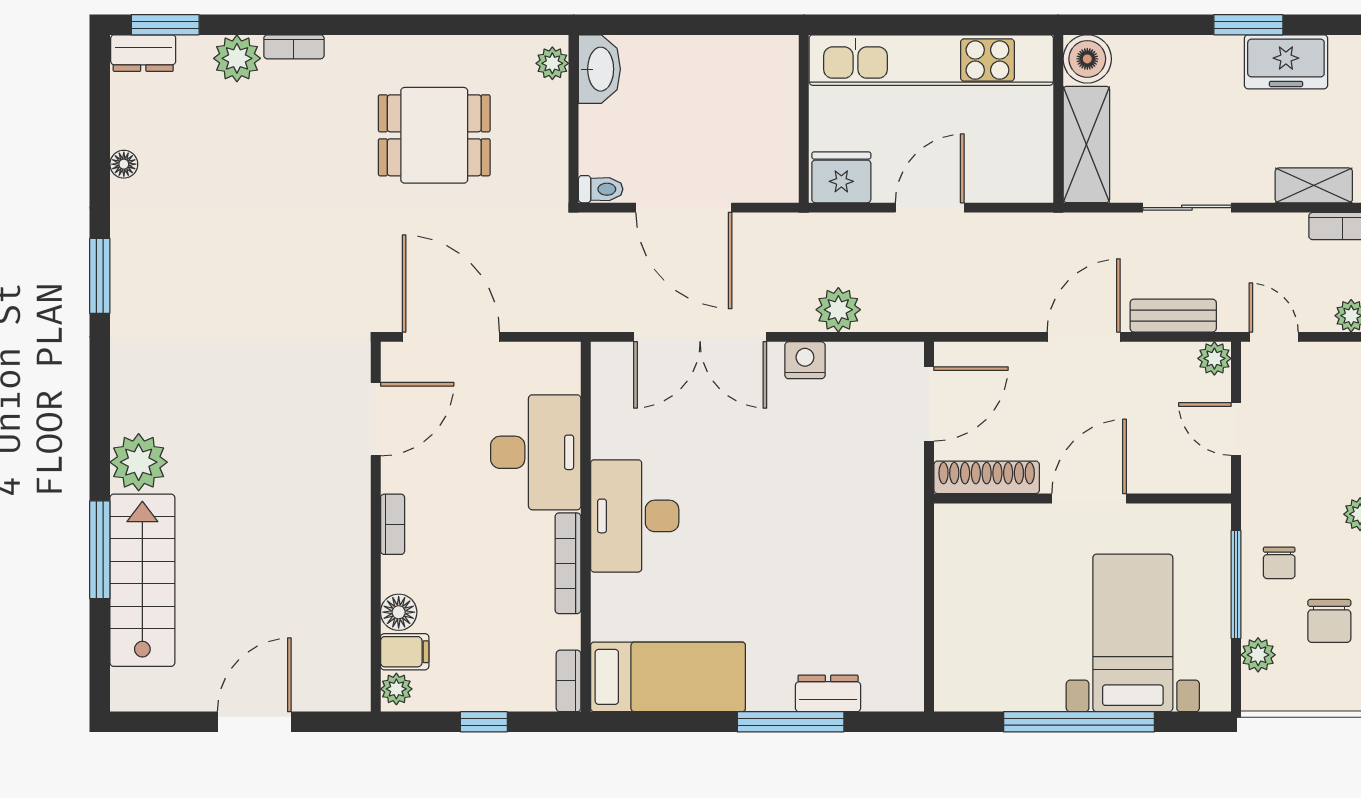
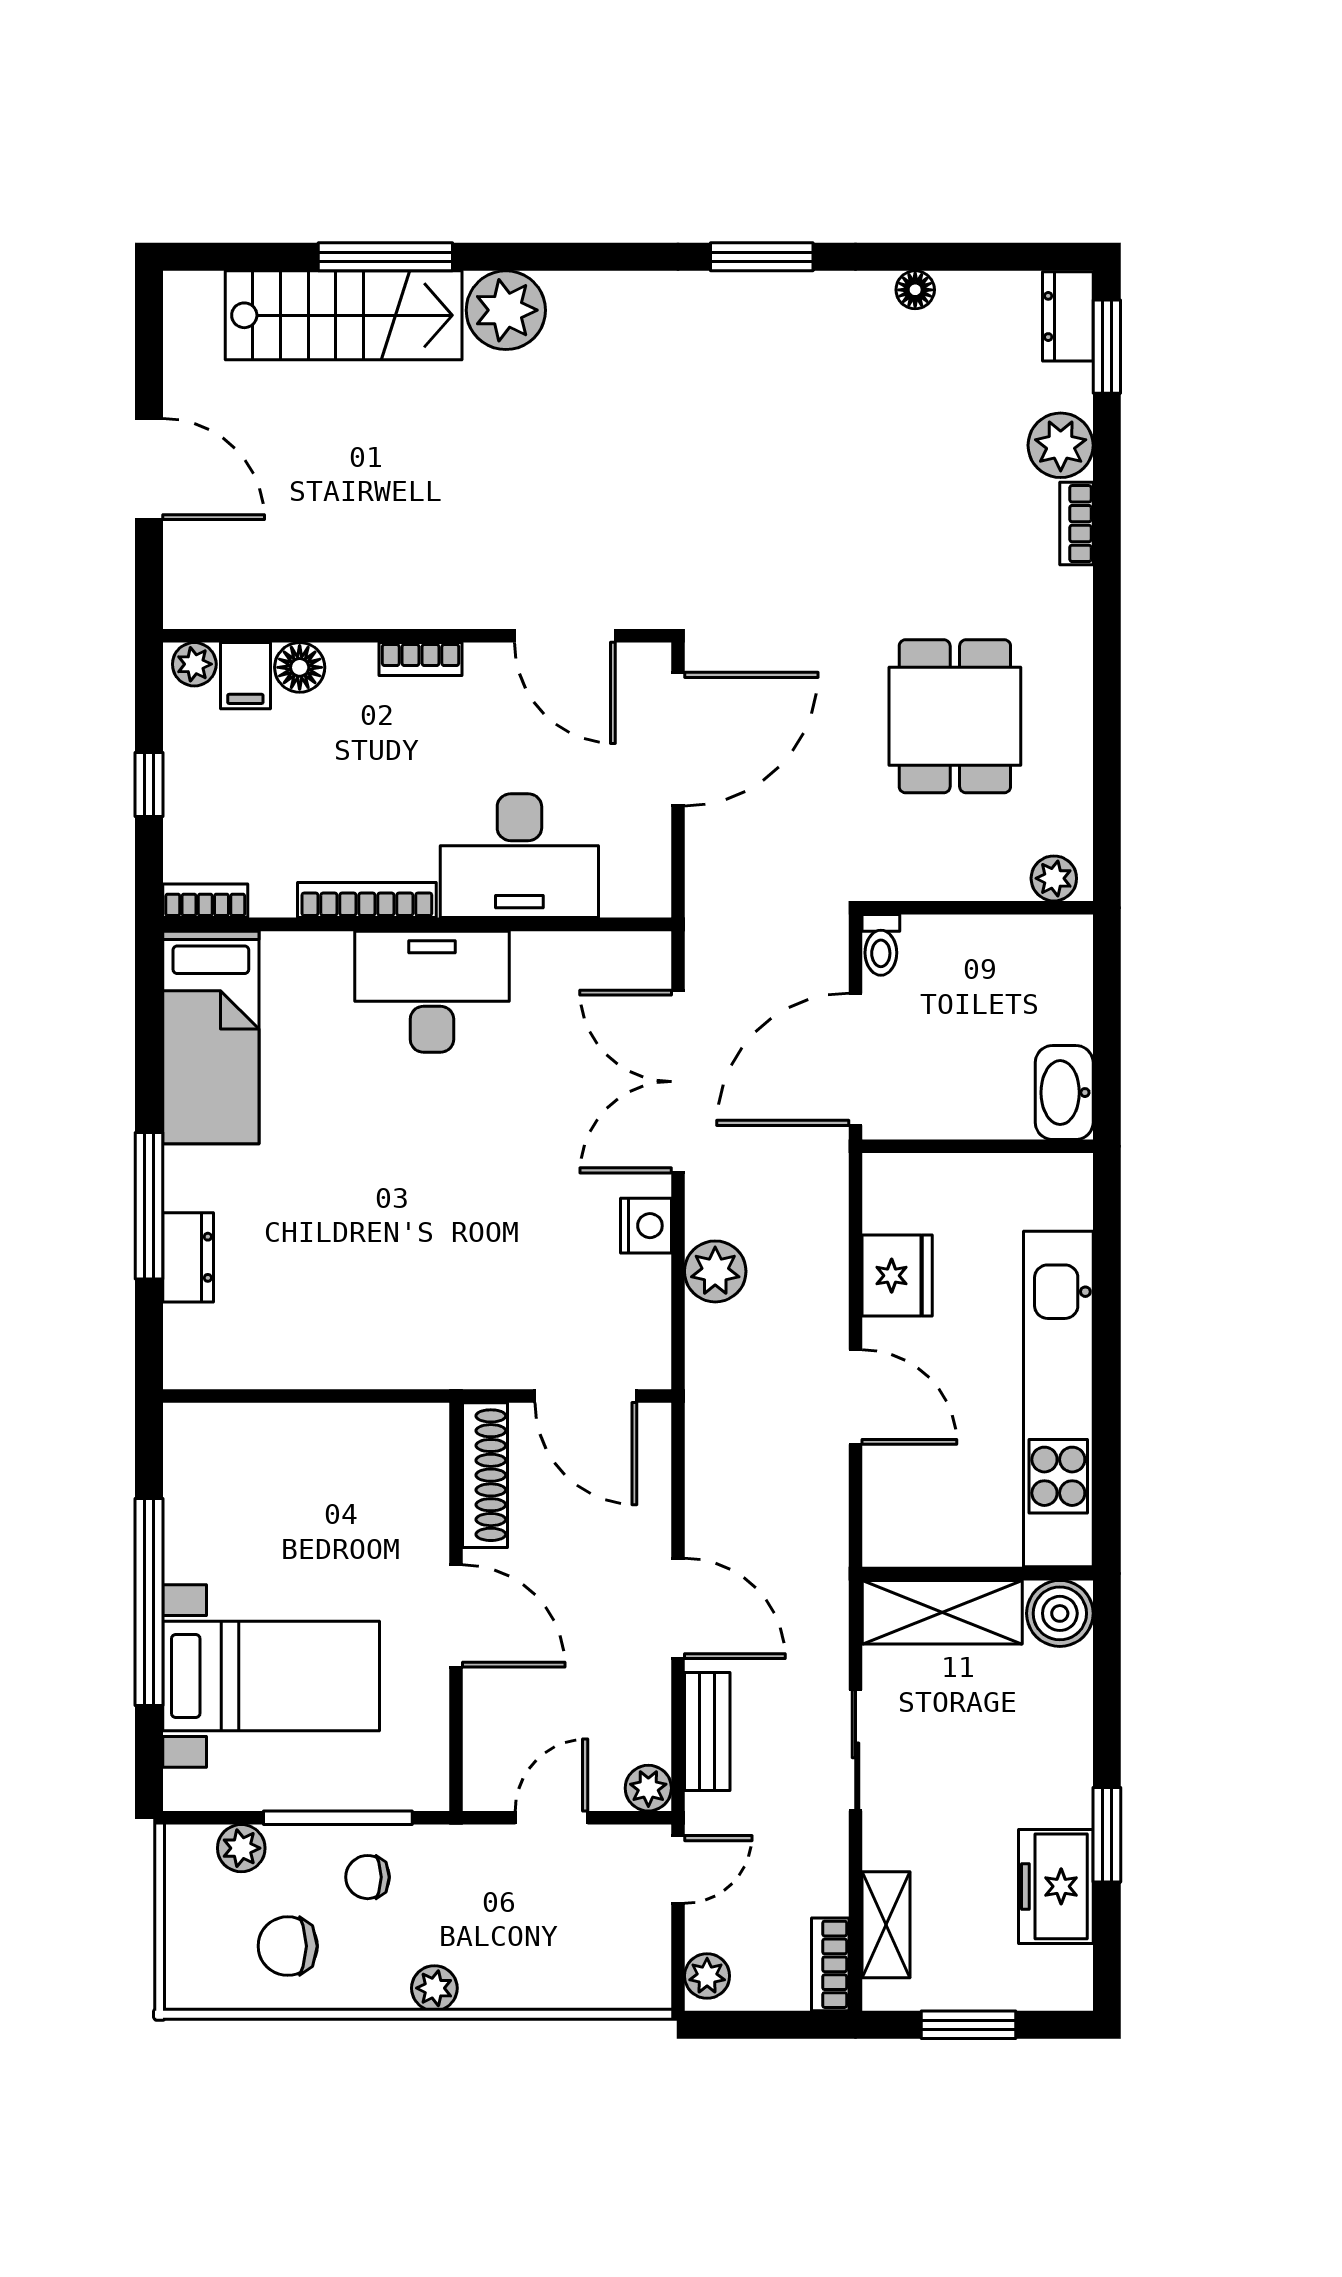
washbasin: (599, 69) -> (1064, 1093), moved, turned 90
wall: (804, 119) -> (978, 1146), moved

